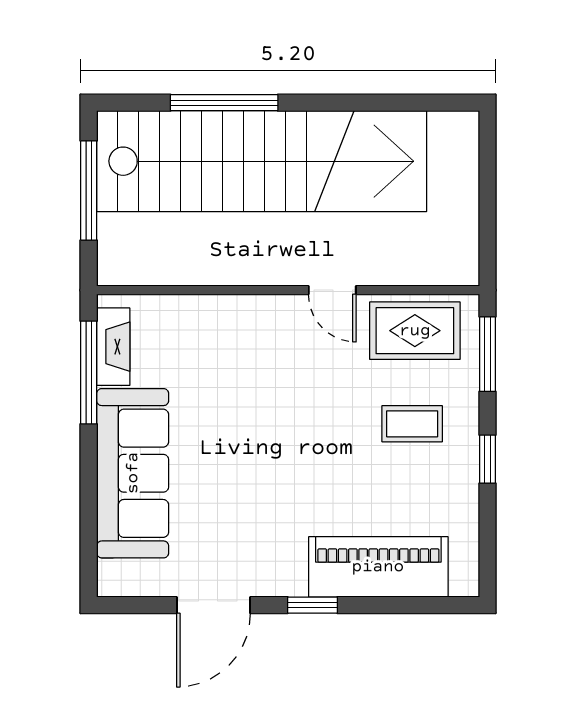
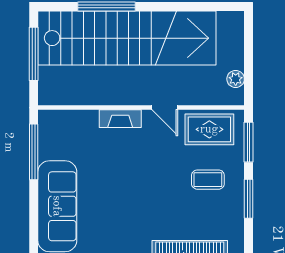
plant: (464, 237) -> (236, 79), added
fireplace: (113, 347) -> (120, 119), moved, turned 90
window: (488, 459) -> (249, 199), width x1.50

